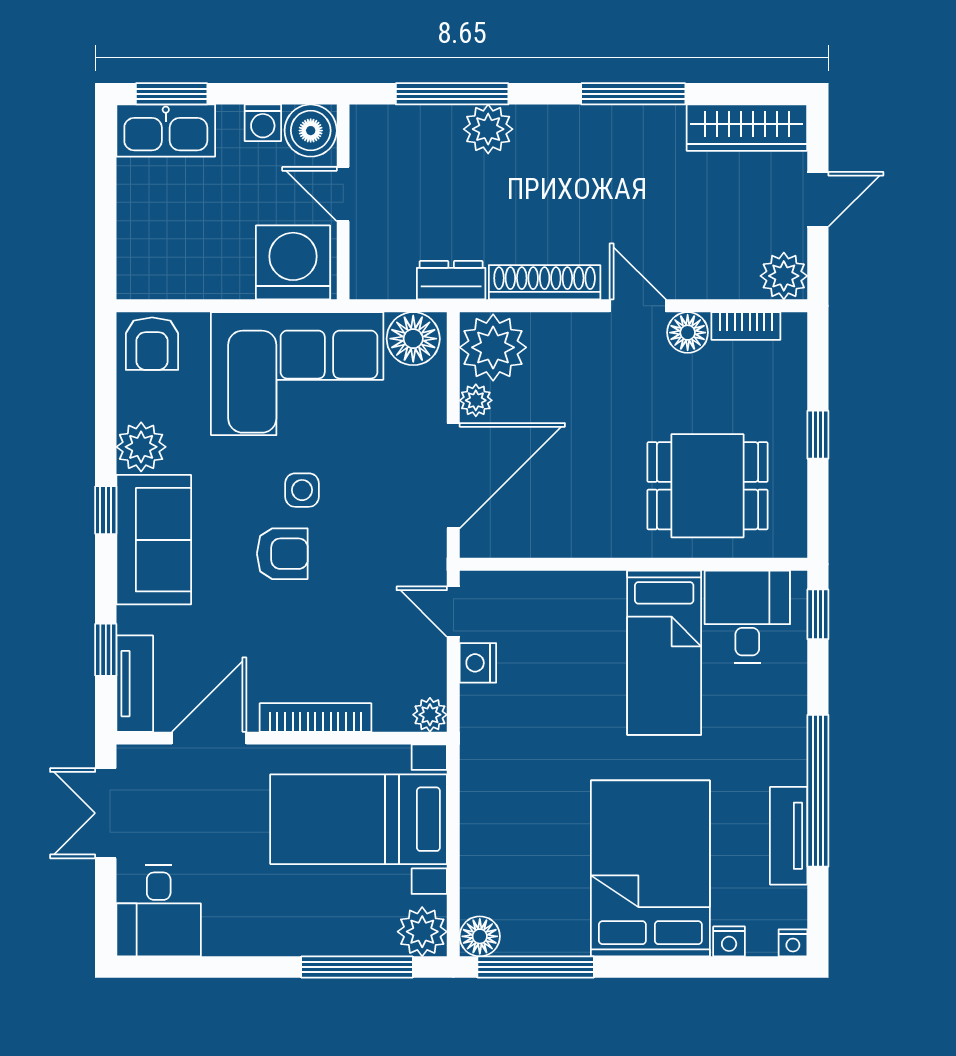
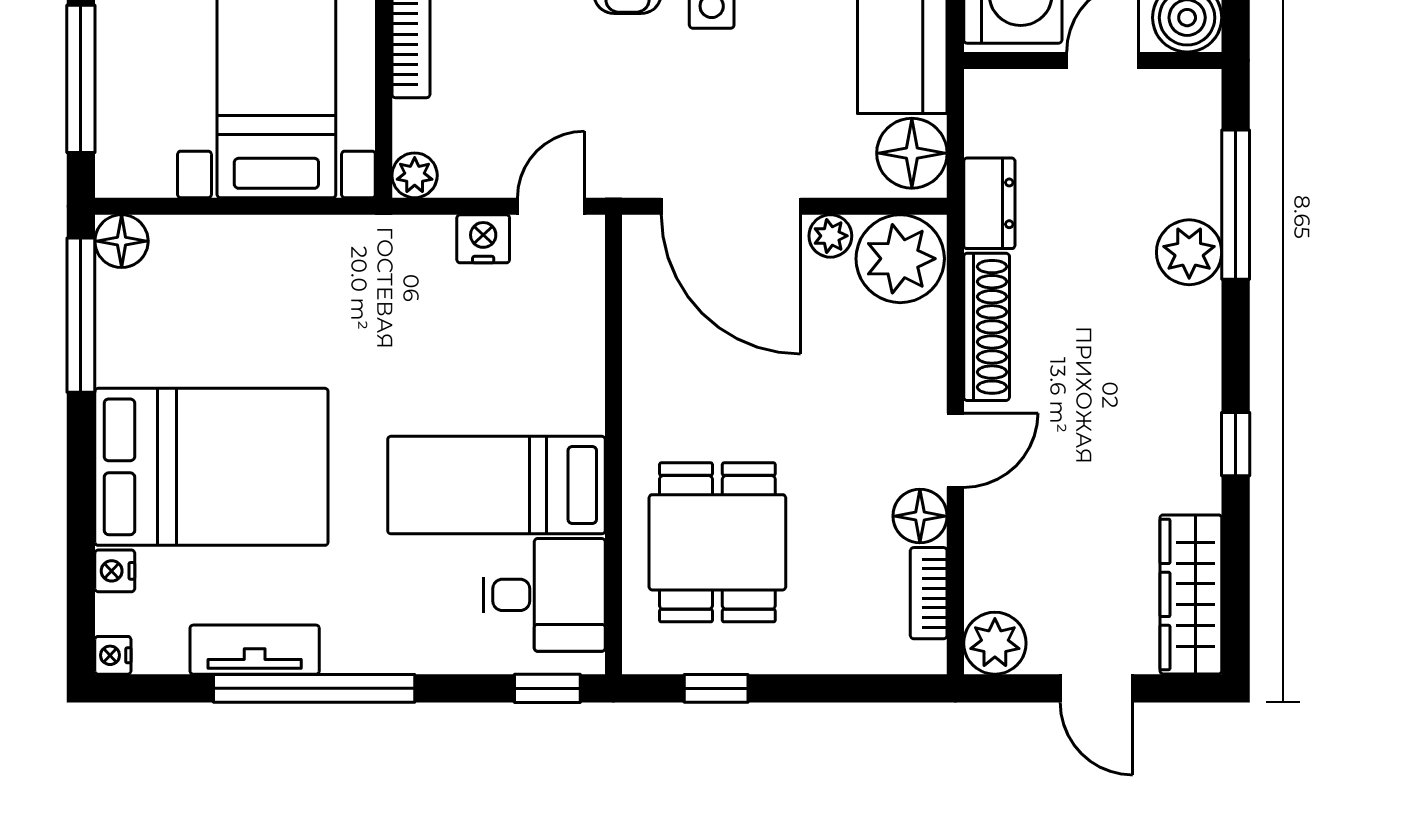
window: (633, 94) -> (1236, 444), width x0.46
window: (818, 435) -> (716, 688), moved
plant: (422, 932) -> (128, 165), removed

